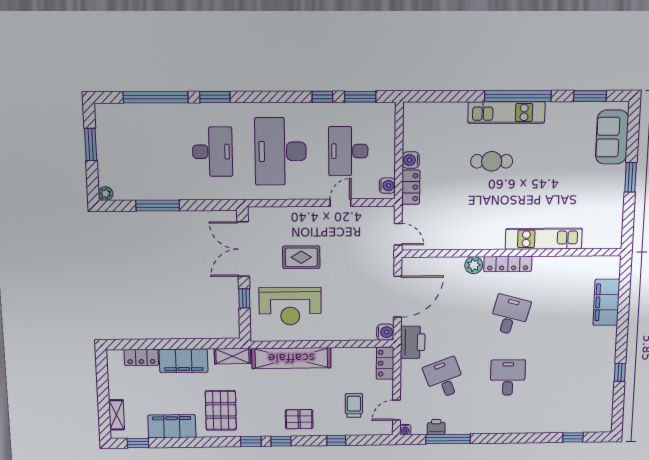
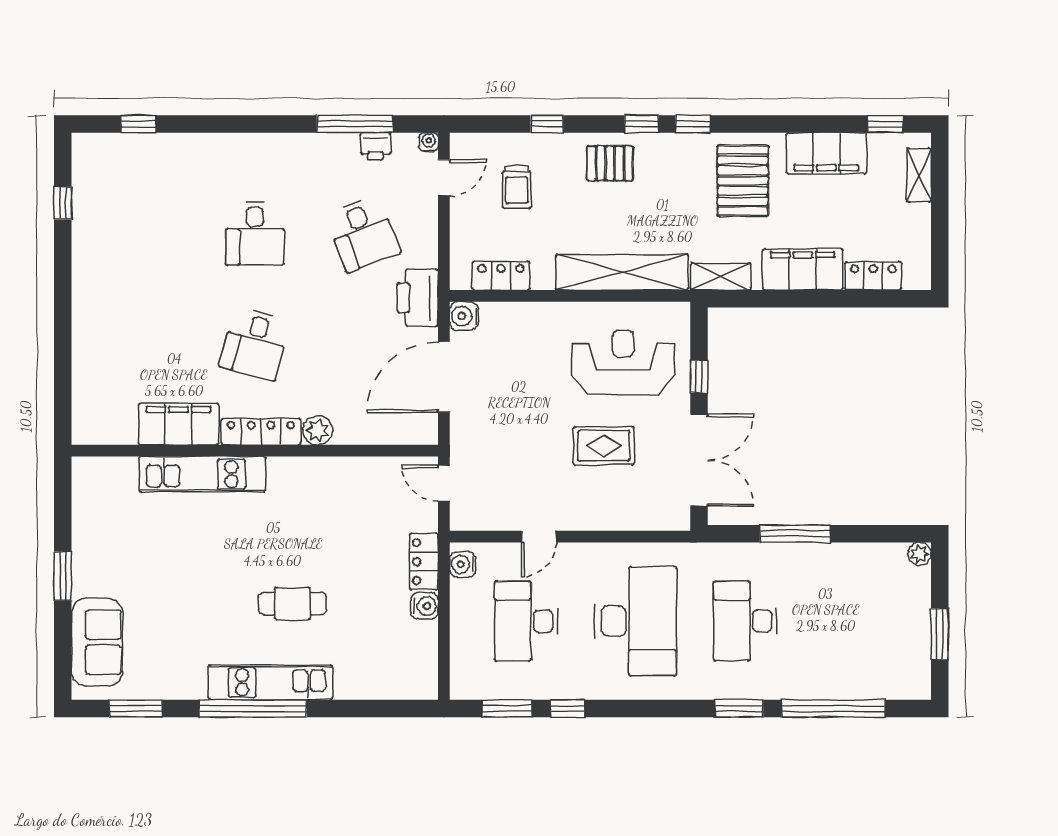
desk: (348, 151) -> (526, 621), turned 180
window: (158, 206) -> (795, 534), moved
filing cabinet: (606, 302) -> (179, 424), moved, turned -90
locker: (385, 363) -> (501, 276), moved, turned -90
window: (620, 372) -> (63, 203), moved

